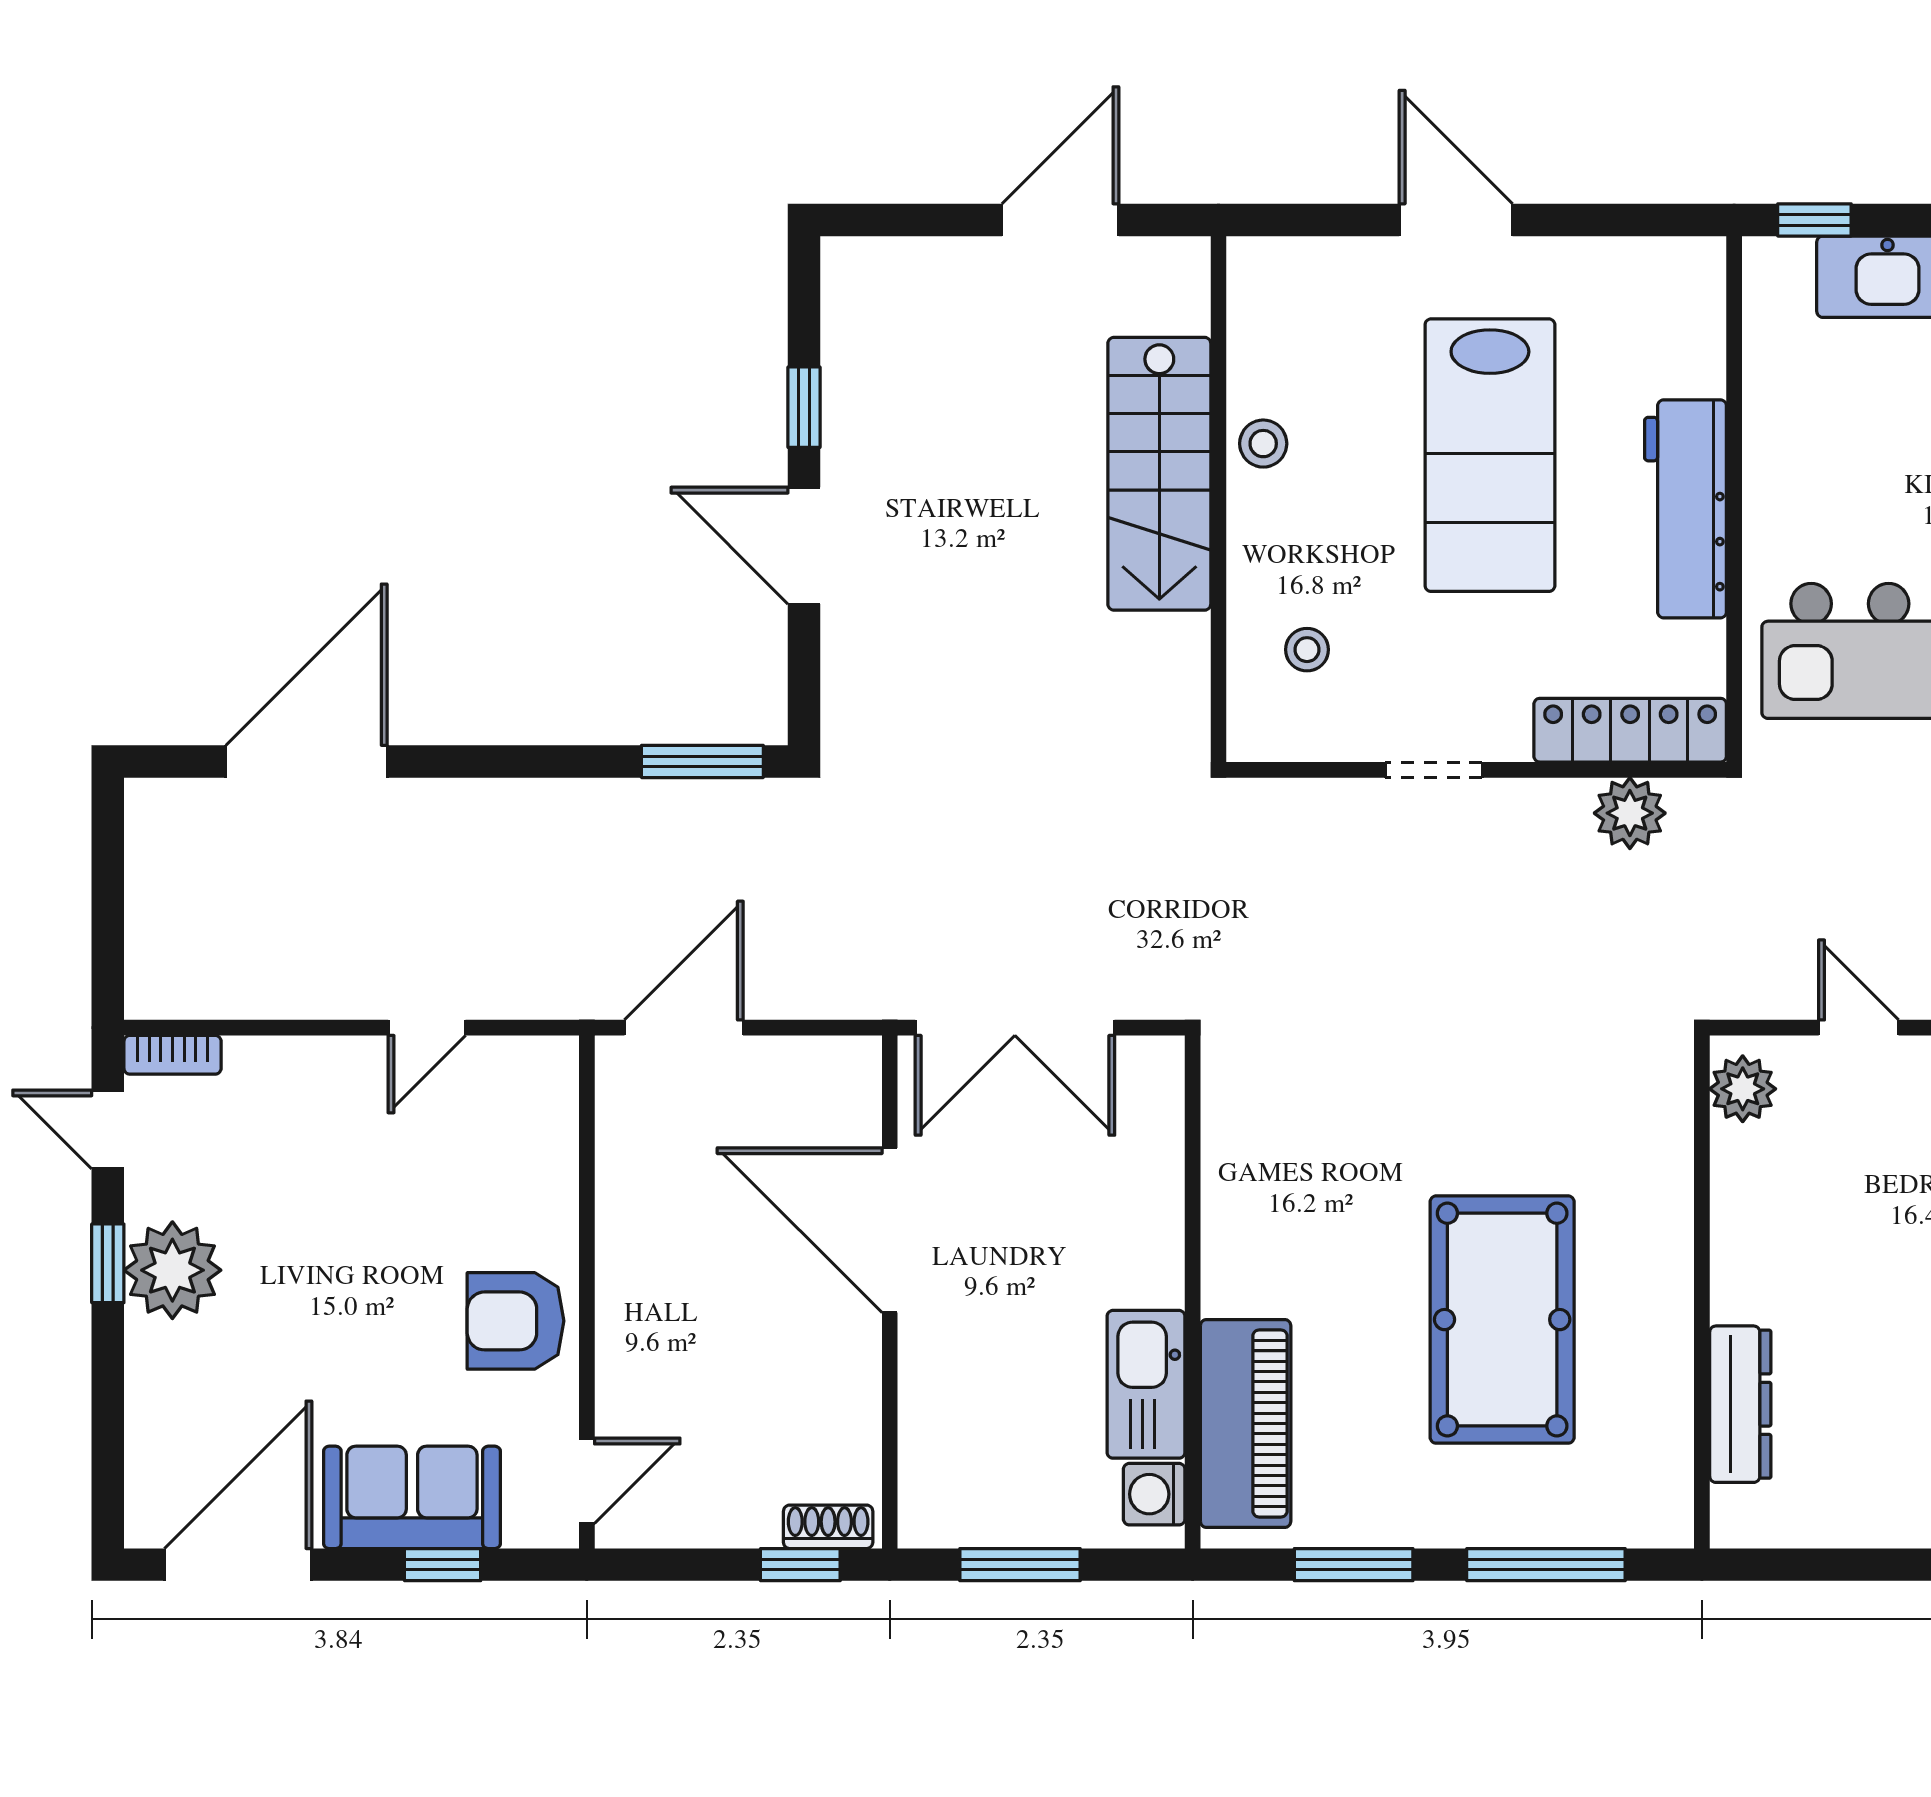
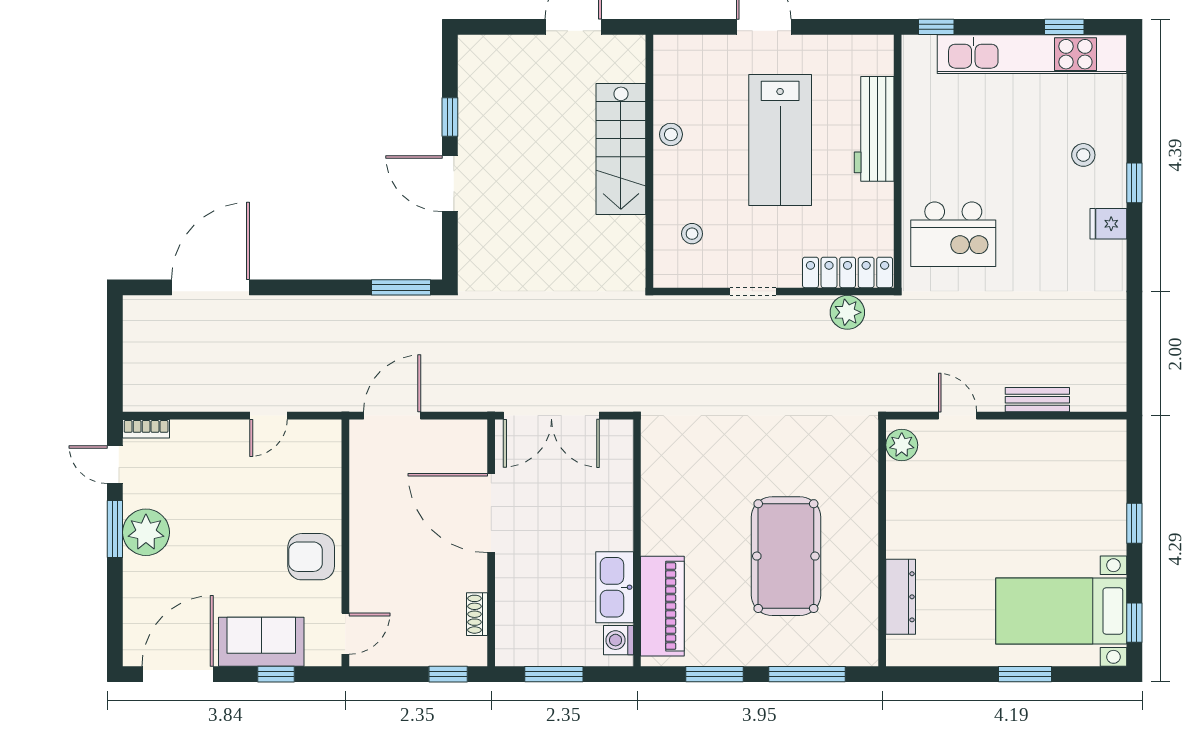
workbench: (1685, 509) -> (874, 129), moved
window: (108, 1263) -> (115, 529), width x1.50
shoe rack: (828, 1527) -> (477, 614), moved, turned -90

